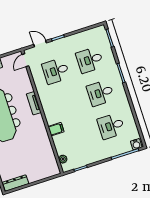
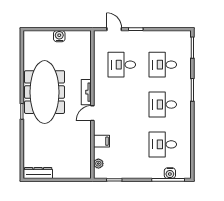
door: (25, 60) -> (92, 113), moved
filing cabinet: (56, 129) -> (101, 141), moved
water cooler: (136, 144) -> (170, 173), moved

